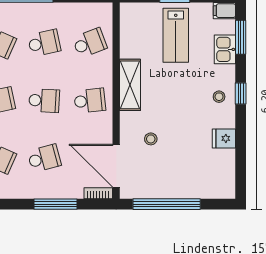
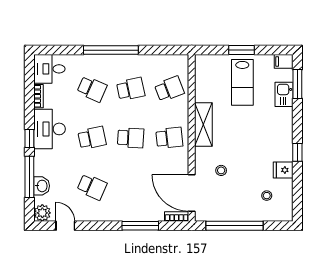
window: (241, 93) -> (297, 152), moved
stool: (219, 97) -> (267, 196), moved
school desk: (44, 158) -> (131, 187), removed

